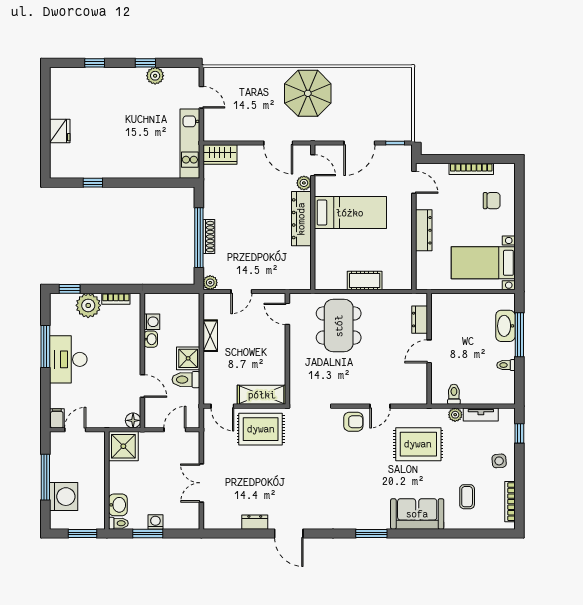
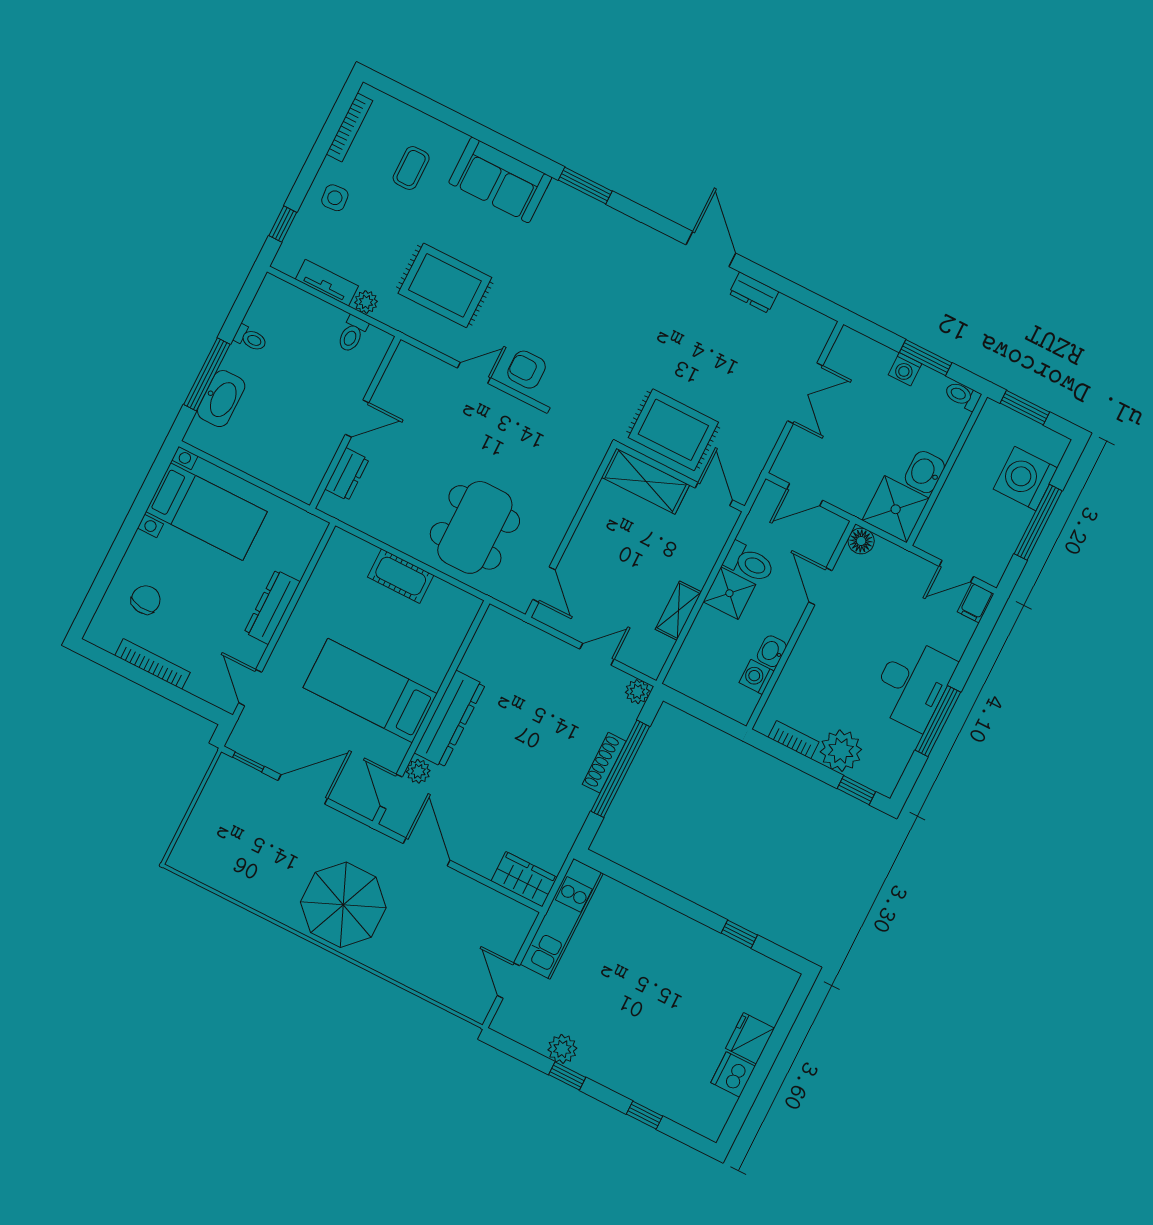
dishwasher: (59, 108) -> (733, 1074), added
chair: (492, 201) -> (146, 600), turned 97
washbasin: (118, 505) -> (925, 472), moved

